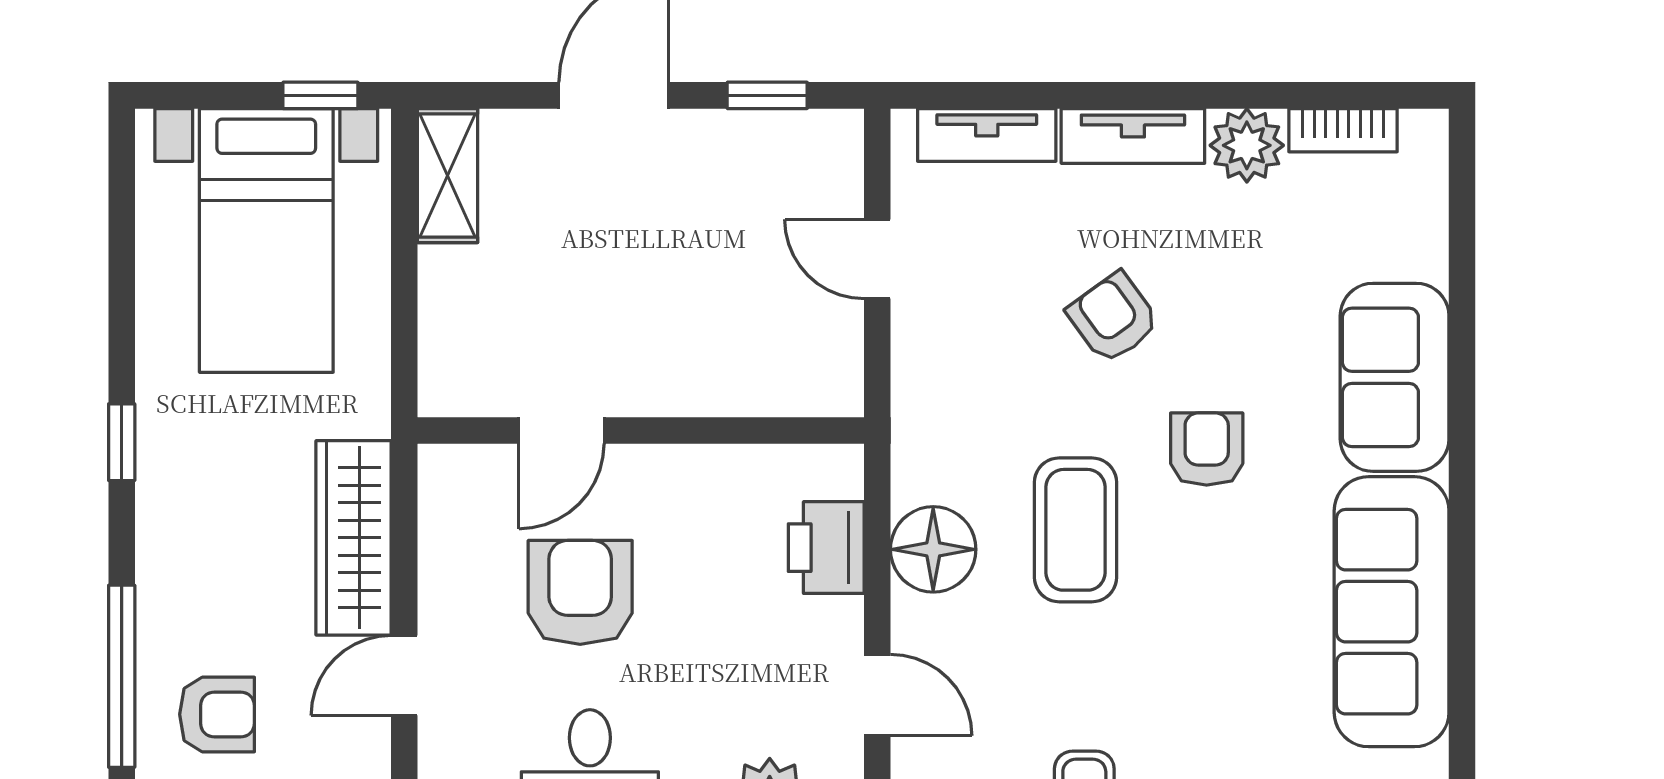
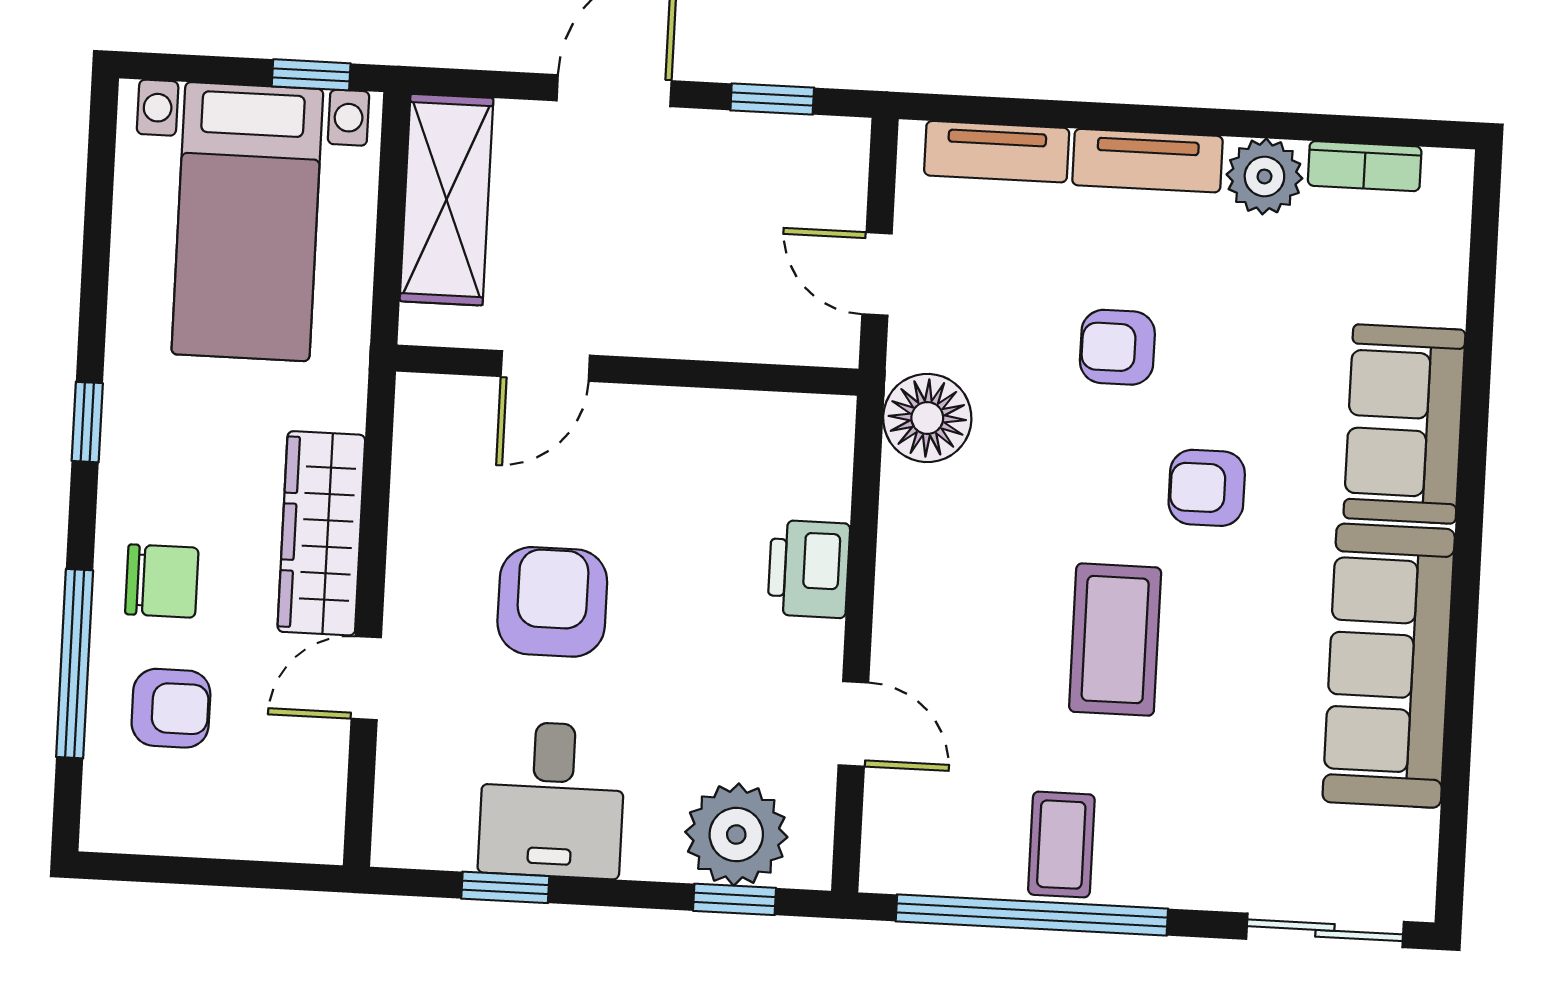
shelving: (448, 176) -> (447, 200), width x1.50, depth x1.33
armchair: (1113, 318) -> (1117, 347), turned -54
door: (561, 430) -> (545, 366), moved
wall: (641, 430) -> (627, 370), moved
armchair: (1207, 449) -> (1207, 488), turned -90
coffee table: (1076, 530) -> (1115, 640), moved
floor lamp: (933, 549) -> (927, 418), moved
chair: (202, 592) -> (162, 581), added

